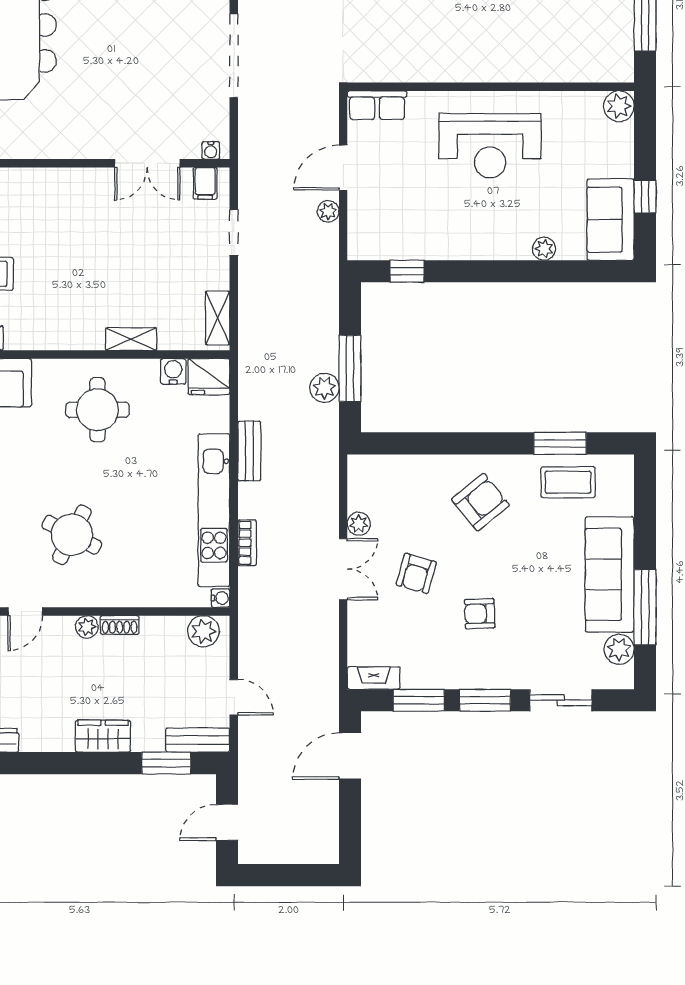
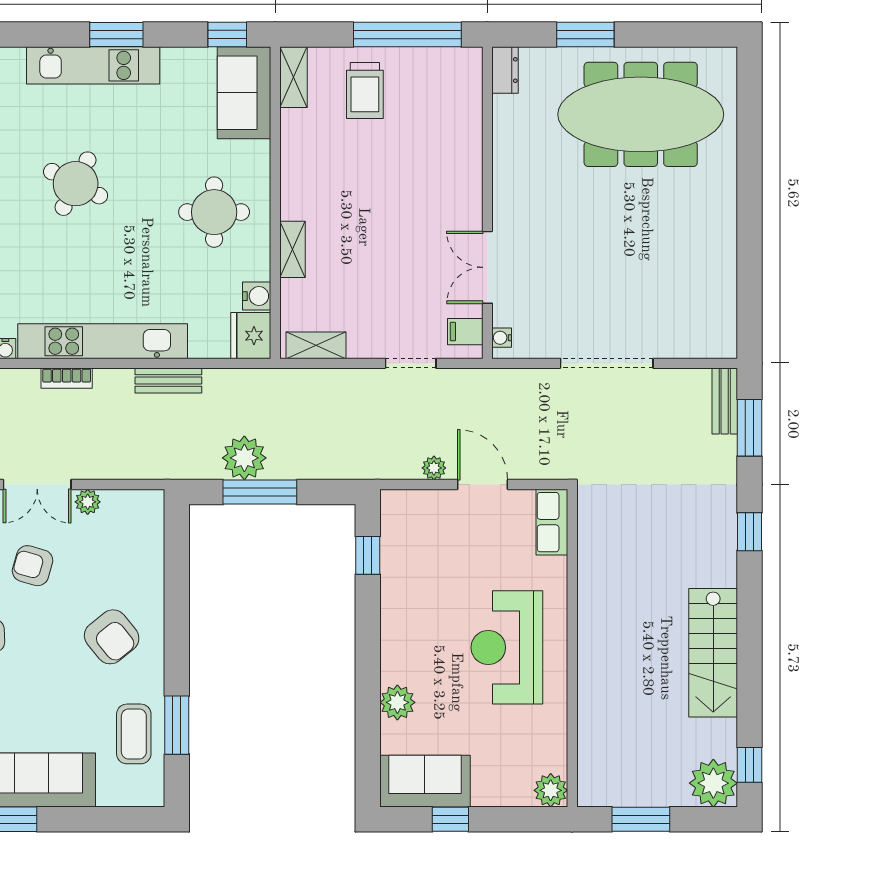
plant: (544, 249) -> (397, 702), width x1.38, depth x1.38
plant: (324, 388) -> (244, 458), width x1.36, depth x1.36

